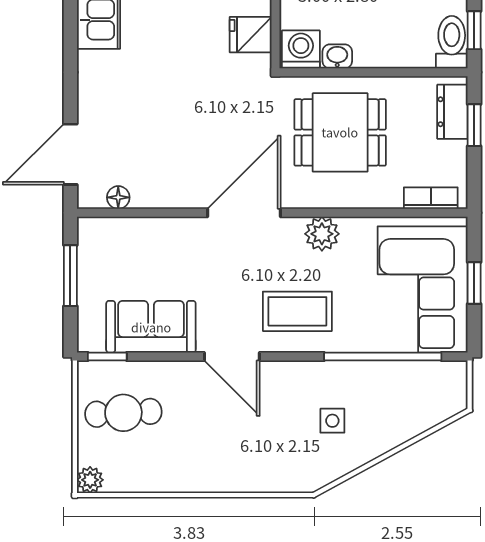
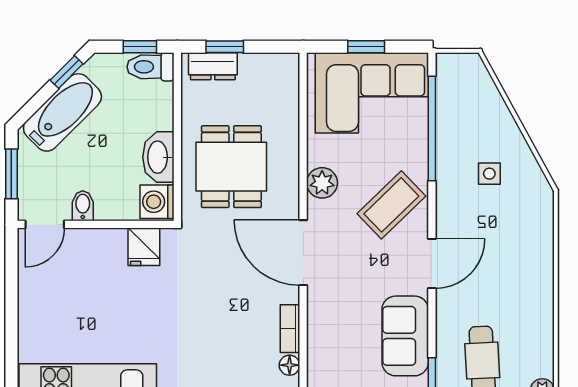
washbasin: (337, 56) -> (158, 157), width x1.91, depth x1.45
bookcase: (431, 198) -> (290, 329), moved
coffee table: (297, 311) -> (391, 205), turned 46

